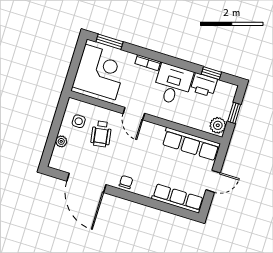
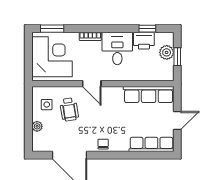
plant: (218, 125) -> (167, 52), moved

